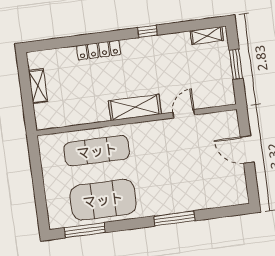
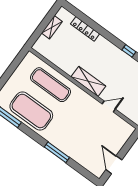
locker: (99, 50) -> (85, 29), moved
door: (247, 149) -> (114, 165), moved

